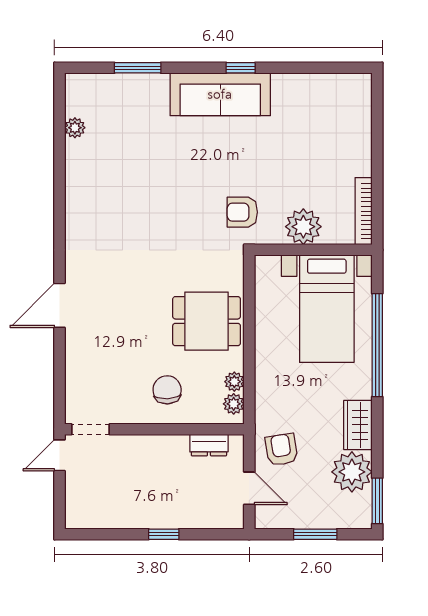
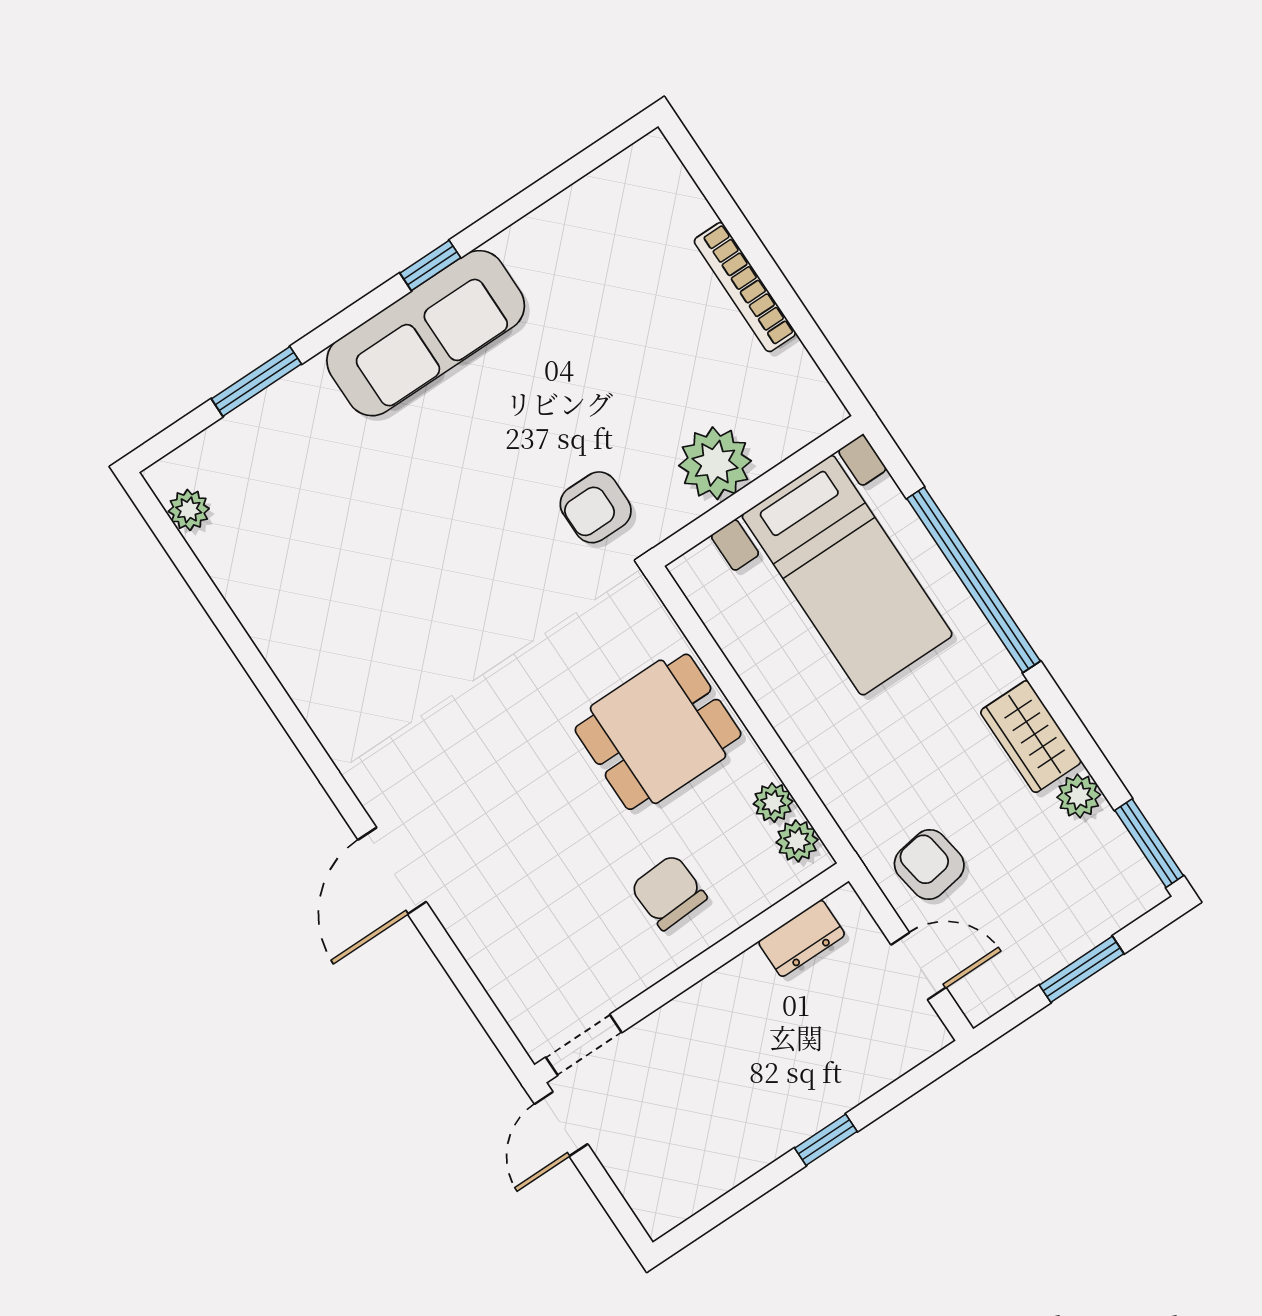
plant: (75, 128) -> (189, 510), moved
bookcase: (364, 211) -> (745, 287), moved
plant: (352, 472) -> (1079, 796), width x0.53, depth x0.53

